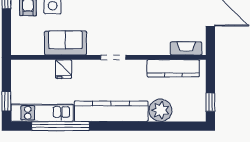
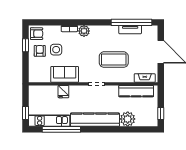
coffee table: (139, 21) -> (114, 60), added

